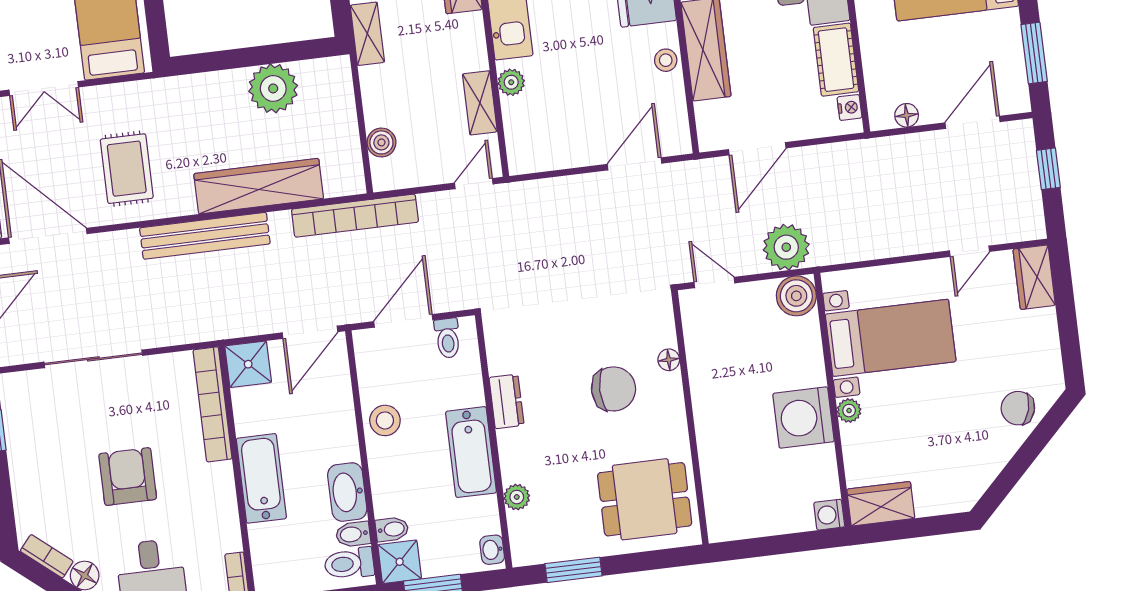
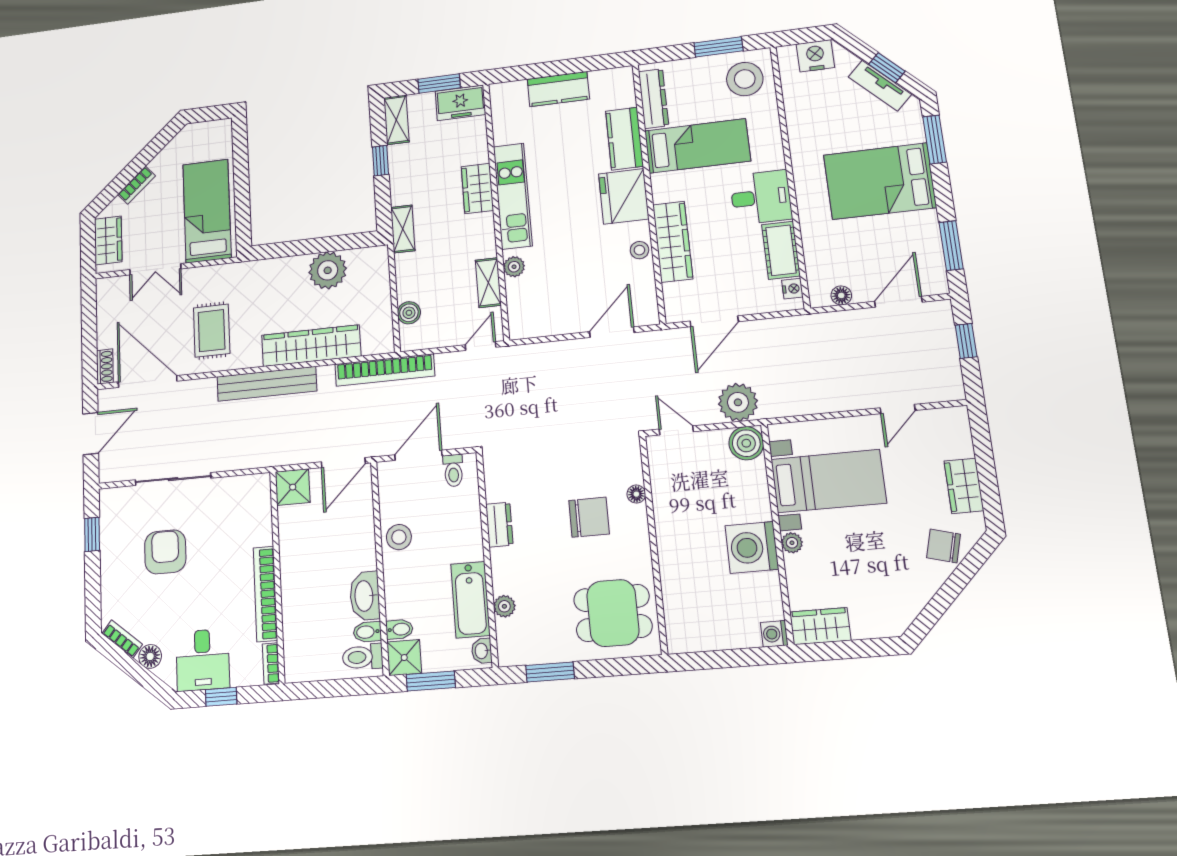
wardrobe: (1034, 277) -> (964, 486), moved
bookcase: (213, 404) -> (265, 594), moved
bathtub: (471, 452) -> (470, 600), moved
armchair: (128, 477) -> (165, 552), moved
bathtub: (261, 478) -> (296, 582), removed

